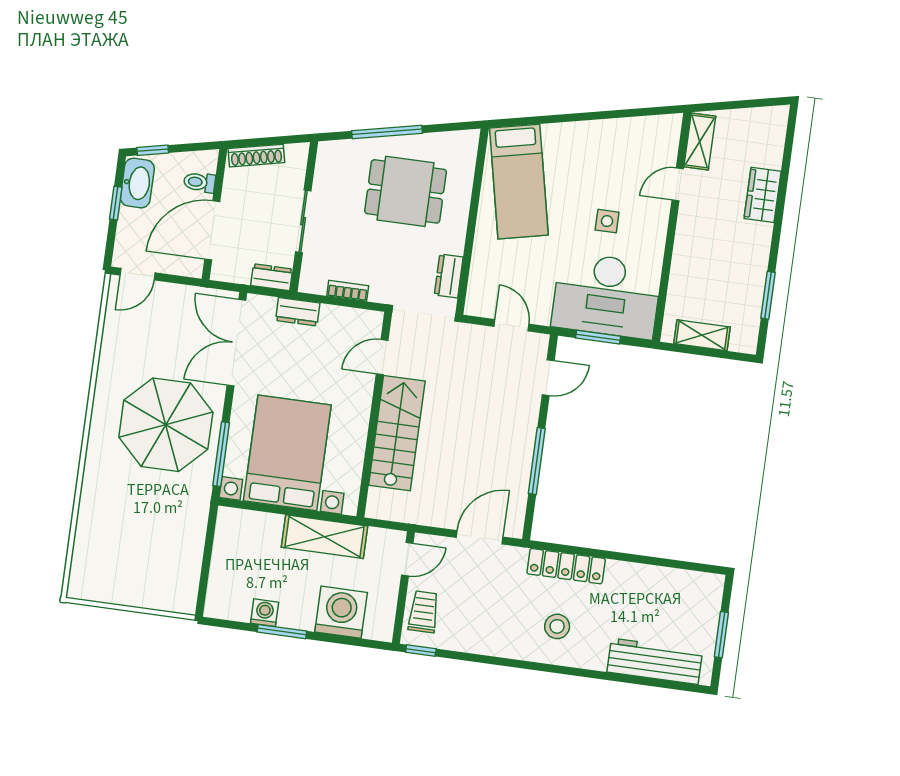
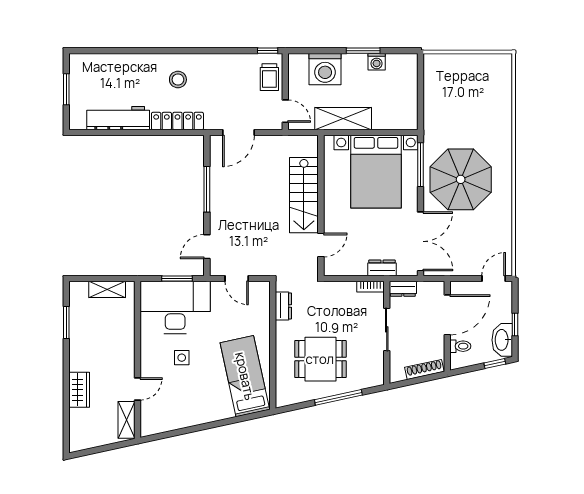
bookcase: (348, 291) -> (370, 287), moved
door: (407, 559) -> (285, 111), swing flipped
workbench: (655, 661) -> (118, 118), moved, turned 180

